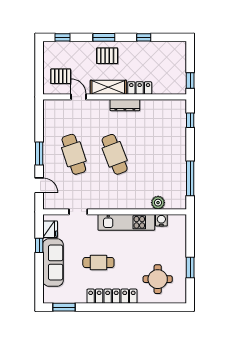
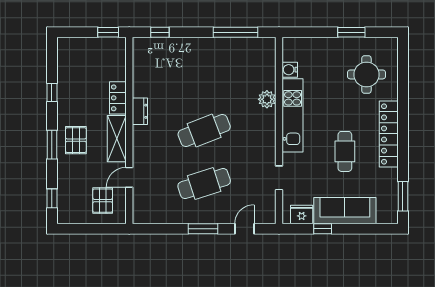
dresser: (125, 105) -> (140, 111), width x0.70
plant: (158, 203) -> (267, 99), moved

